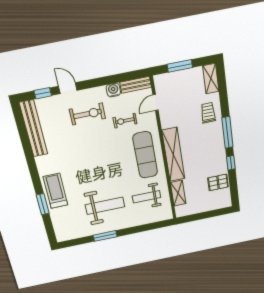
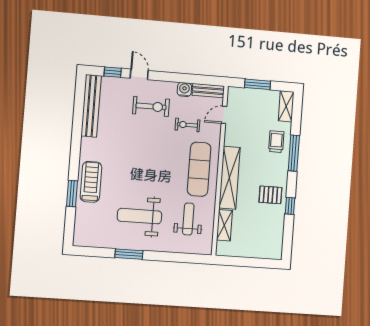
window: (227, 132) -> (294, 153), moved
pallet: (218, 182) -> (270, 195), moved
weight bench: (147, 197) -> (188, 219), turned 90
weight bench: (105, 206) -> (139, 216), turned 180

